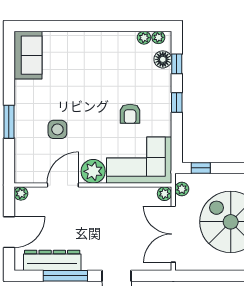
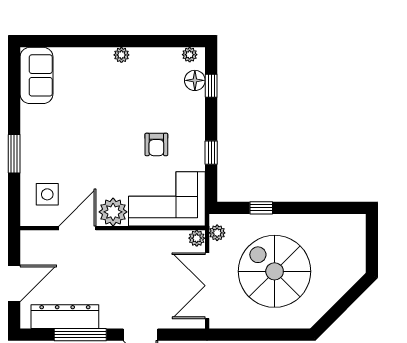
plant: (144, 38) -> (121, 55), moved
window: (177, 103) -> (211, 153), moved
side table: (57, 129) -> (47, 194), moved
window: (201, 168) -> (261, 208), moved
plant: (21, 194) -> (28, 238), removed

